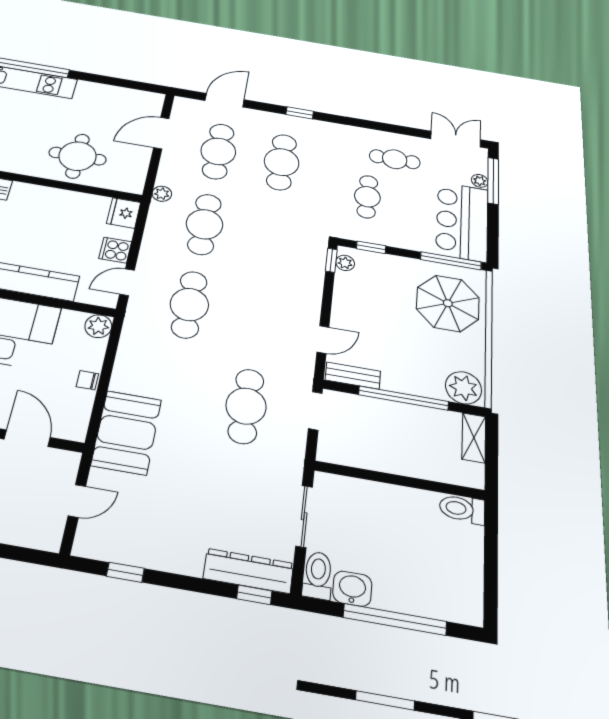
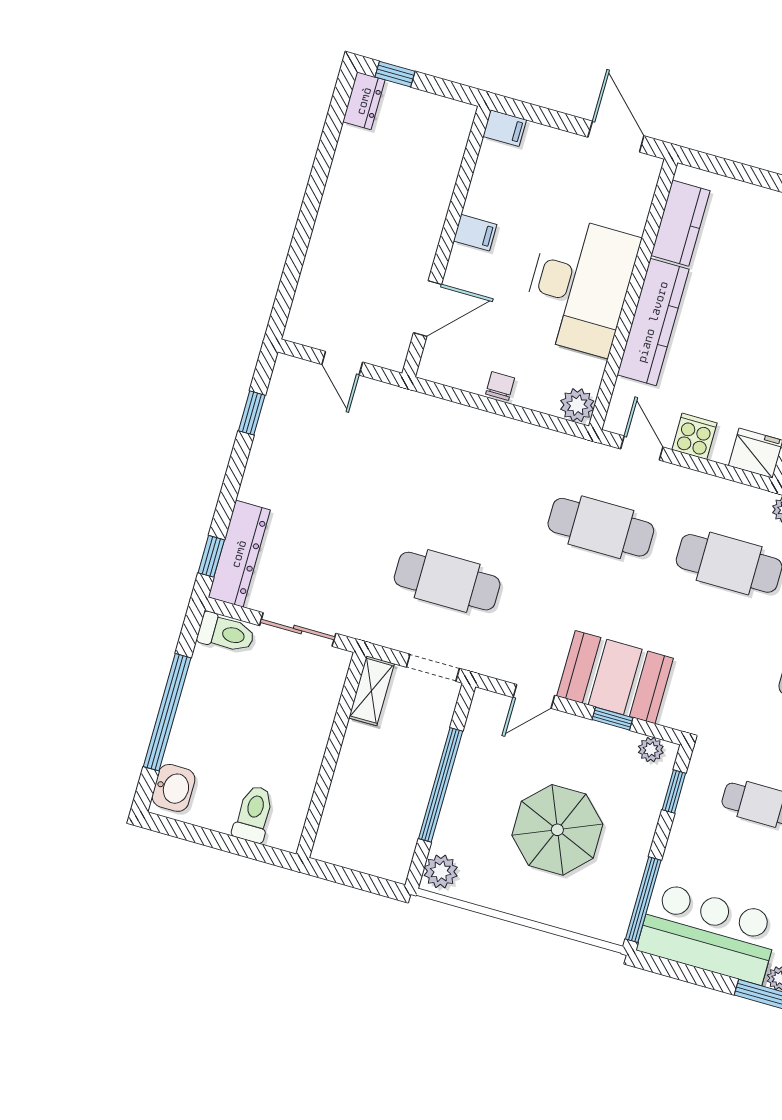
window: (331, 260) -> (612, 719), moved
parasol: (448, 303) -> (557, 830), moved
door: (323, 339) -> (534, 696), hinge flipped
bench: (353, 376) -> (478, 726), removed
plant: (463, 388) -> (441, 871), width x0.73, depth x0.73
booth: (127, 432) -> (615, 677), moved
shelving: (474, 438) -> (371, 691), moved, turned 90
toilet: (462, 509) -> (254, 814), moved
washbasin: (352, 589) -> (173, 788), moved

